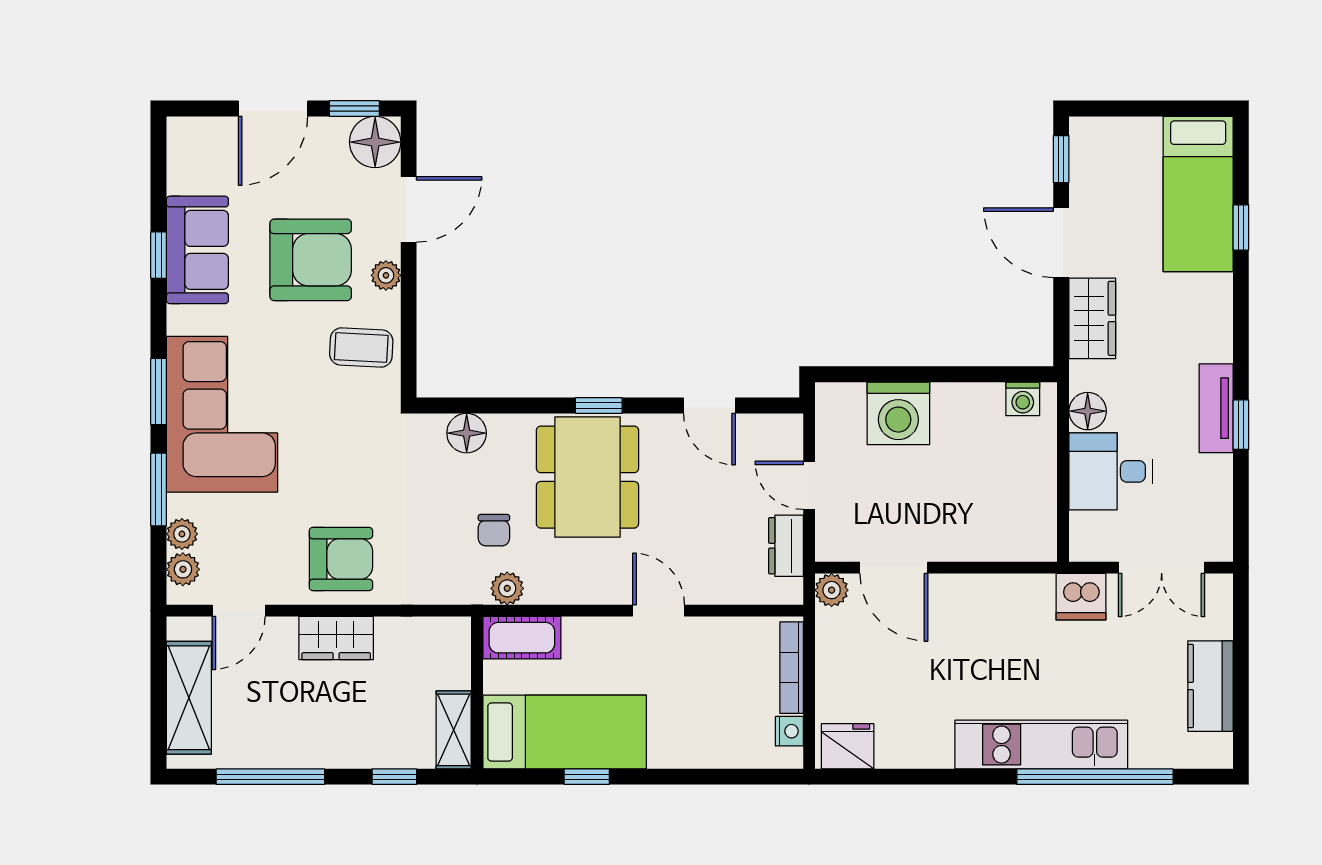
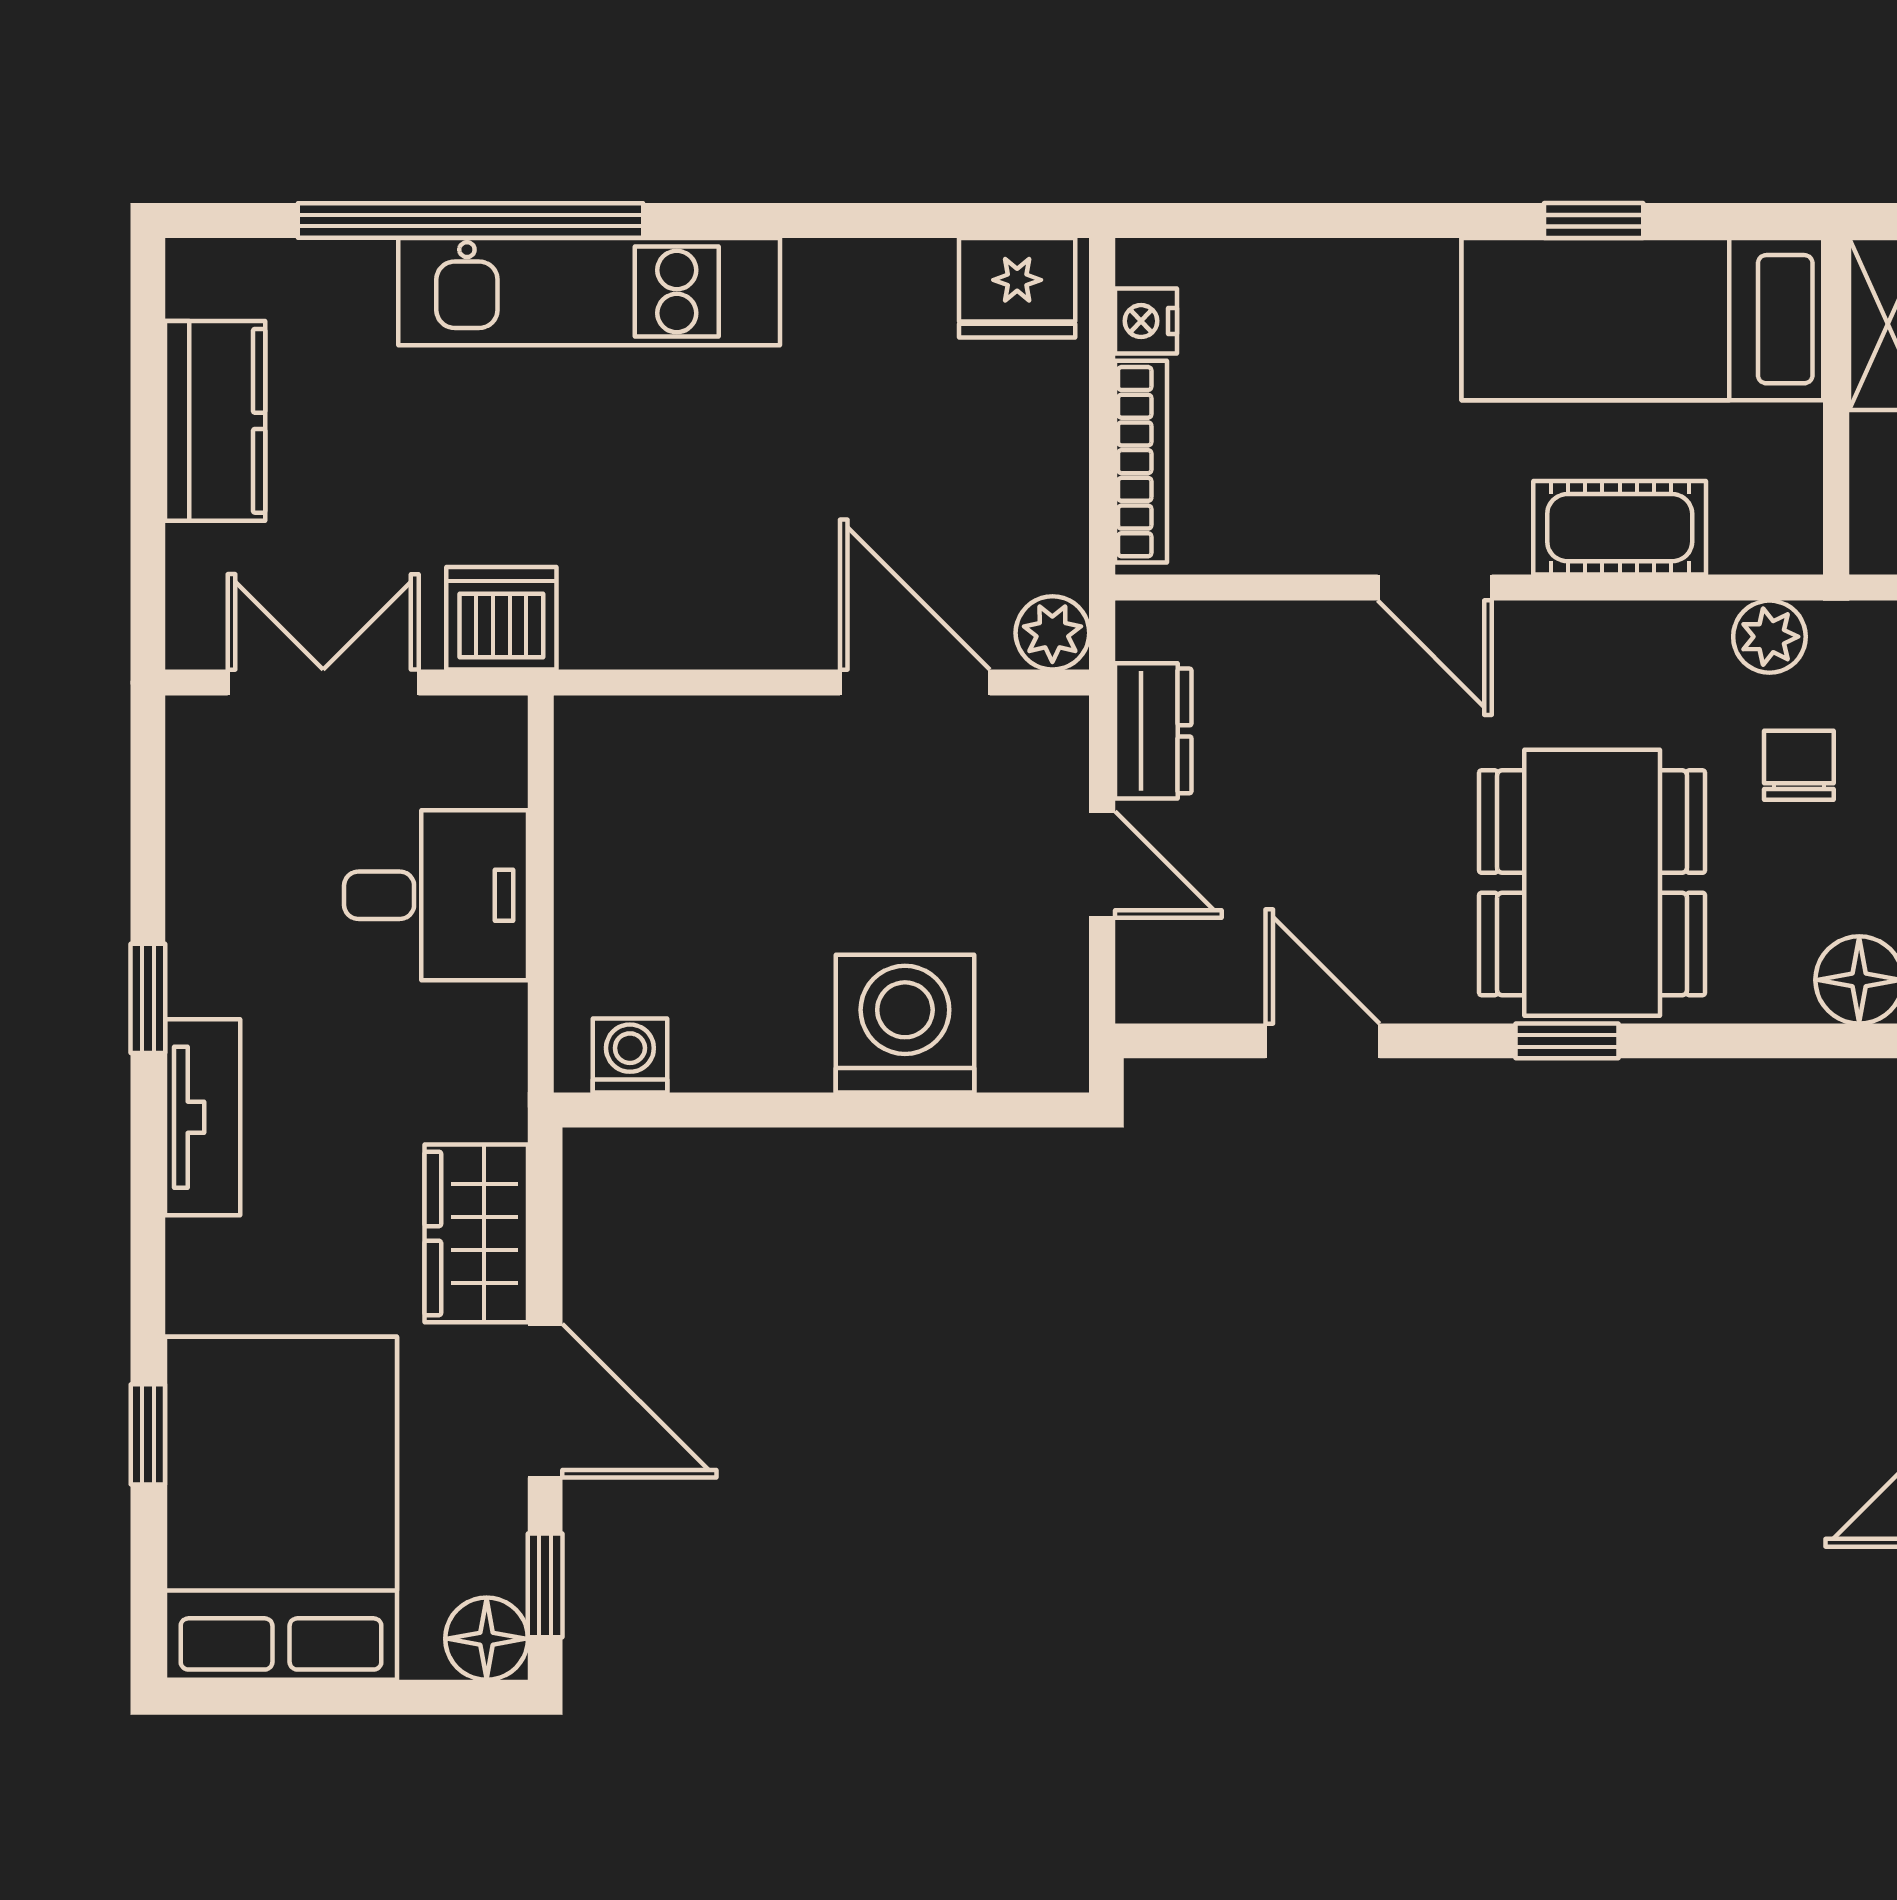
bed: (1198, 194) -> (281, 1508), width x1.50
tv unit: (1216, 408) -> (203, 1117), moved
floor lamp: (1088, 411) -> (487, 1639), moved
cot: (522, 638) -> (1620, 528), moved

